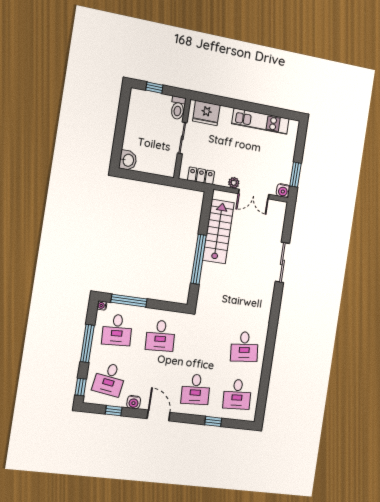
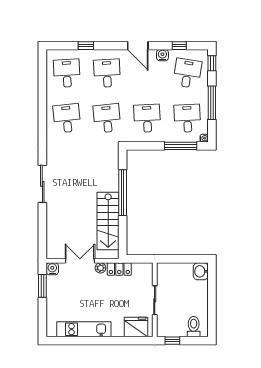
window: (154, 88) -> (172, 341), moved
toilet: (178, 108) -> (194, 327), moved
locker: (201, 176) -> (119, 269), moved
sliding door: (282, 262) -> (42, 184), moved
desk: (203, 341) -> (107, 118), added

